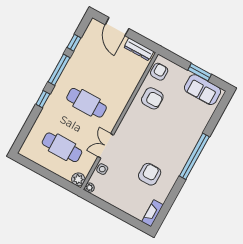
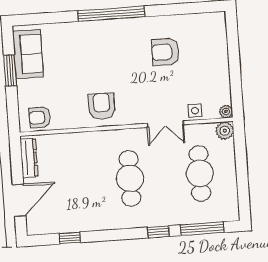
window: (59, 70) -> (202, 229), moved
armchair: (152, 98) -> (102, 106), moved
fireplace: (152, 213) -> (208, 20), removed

